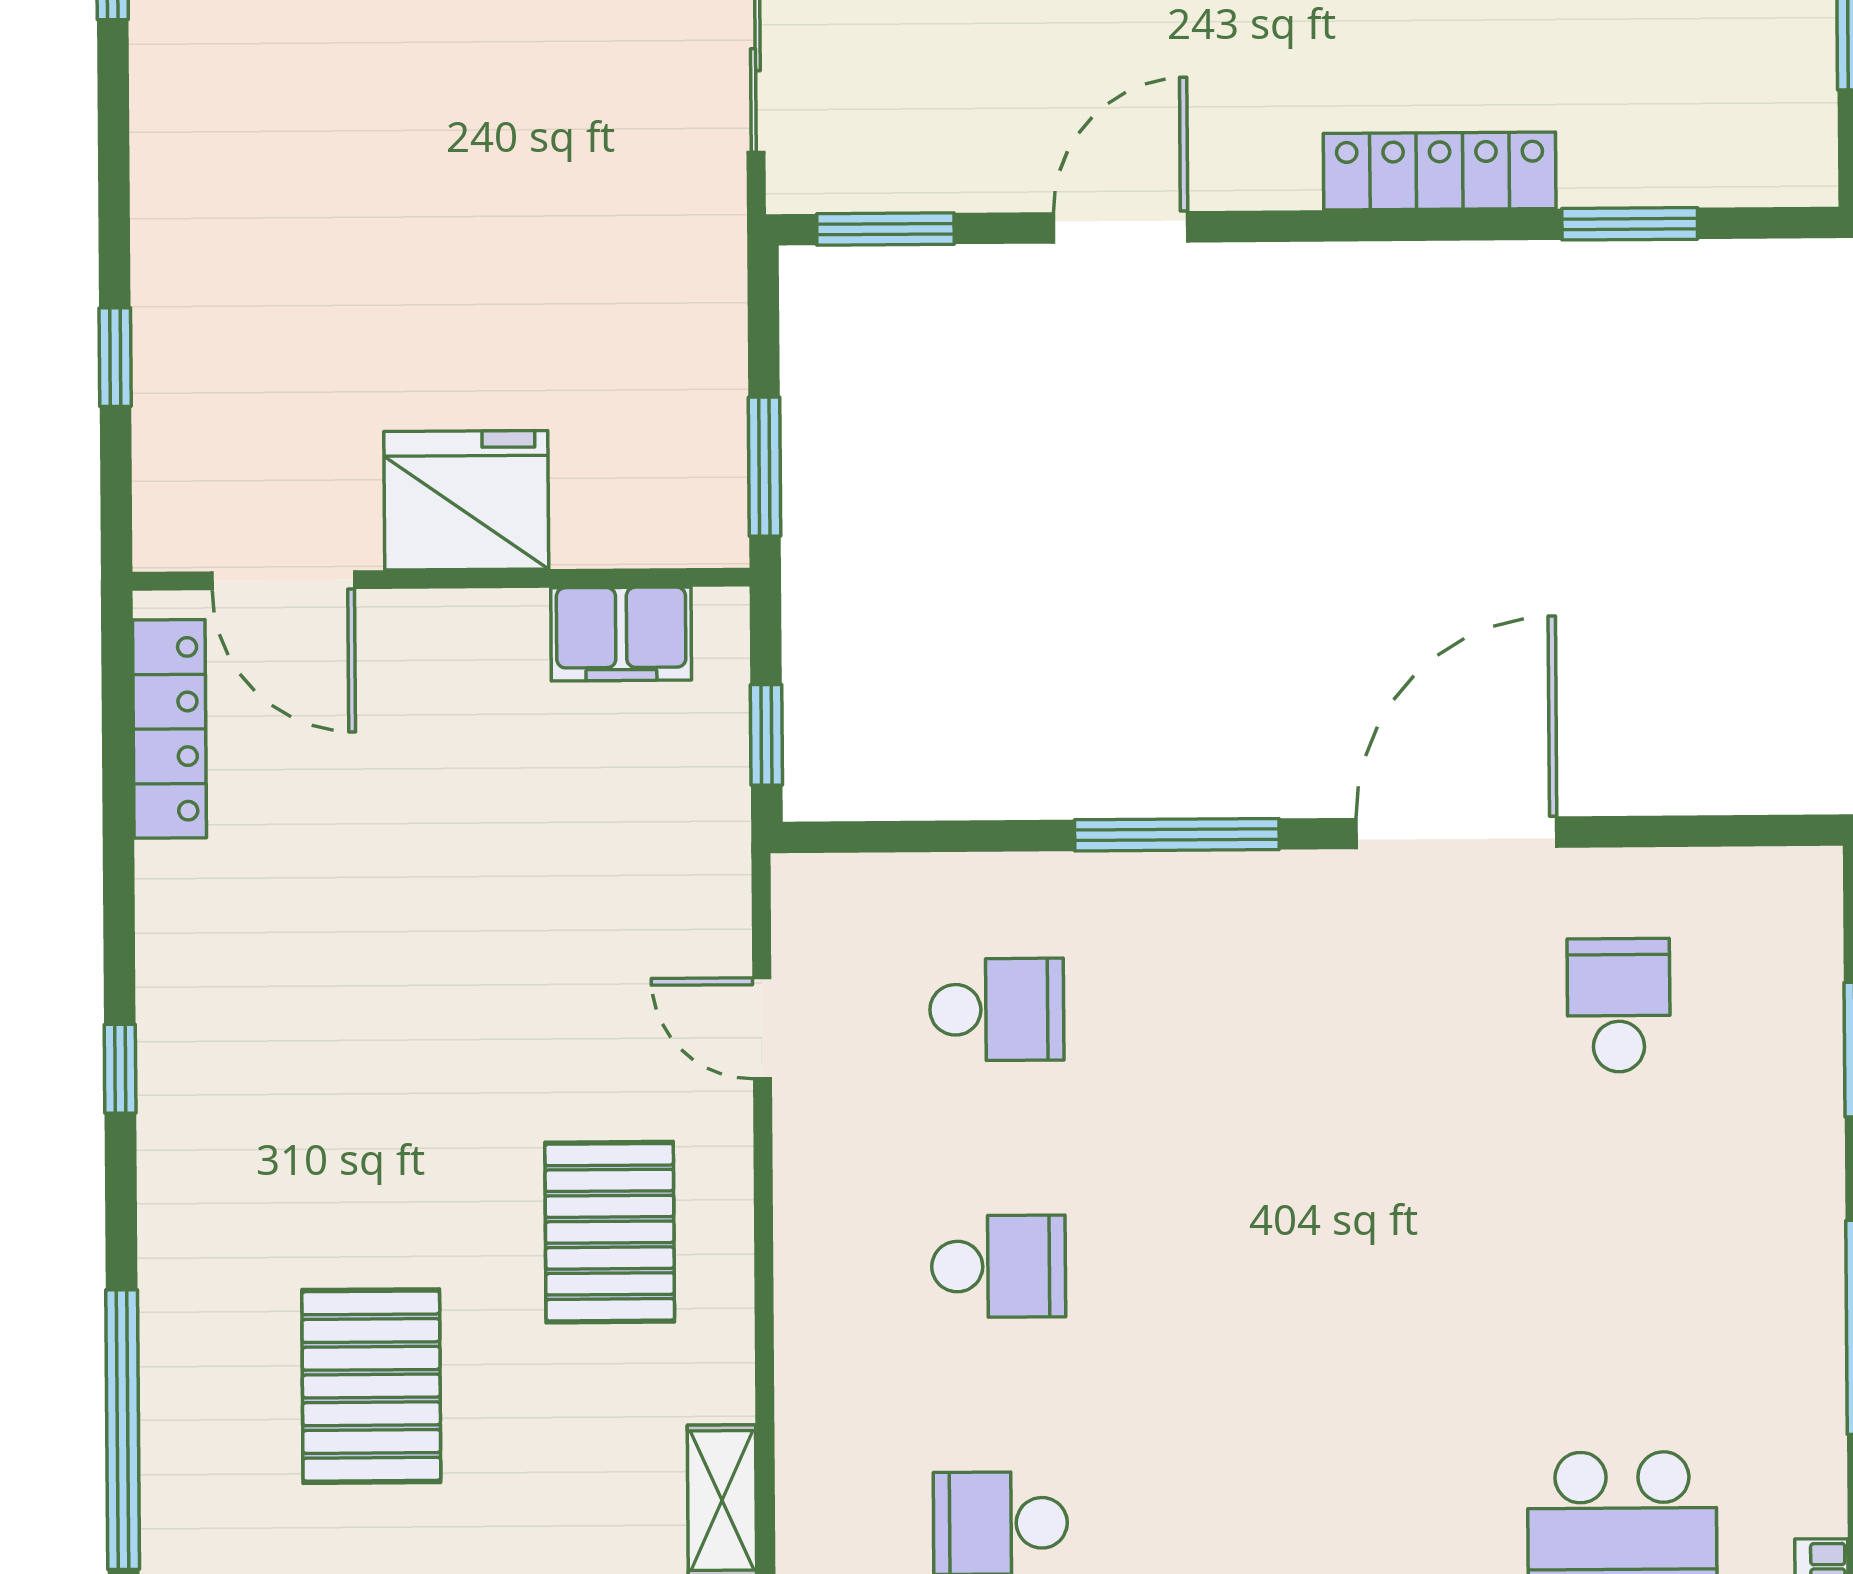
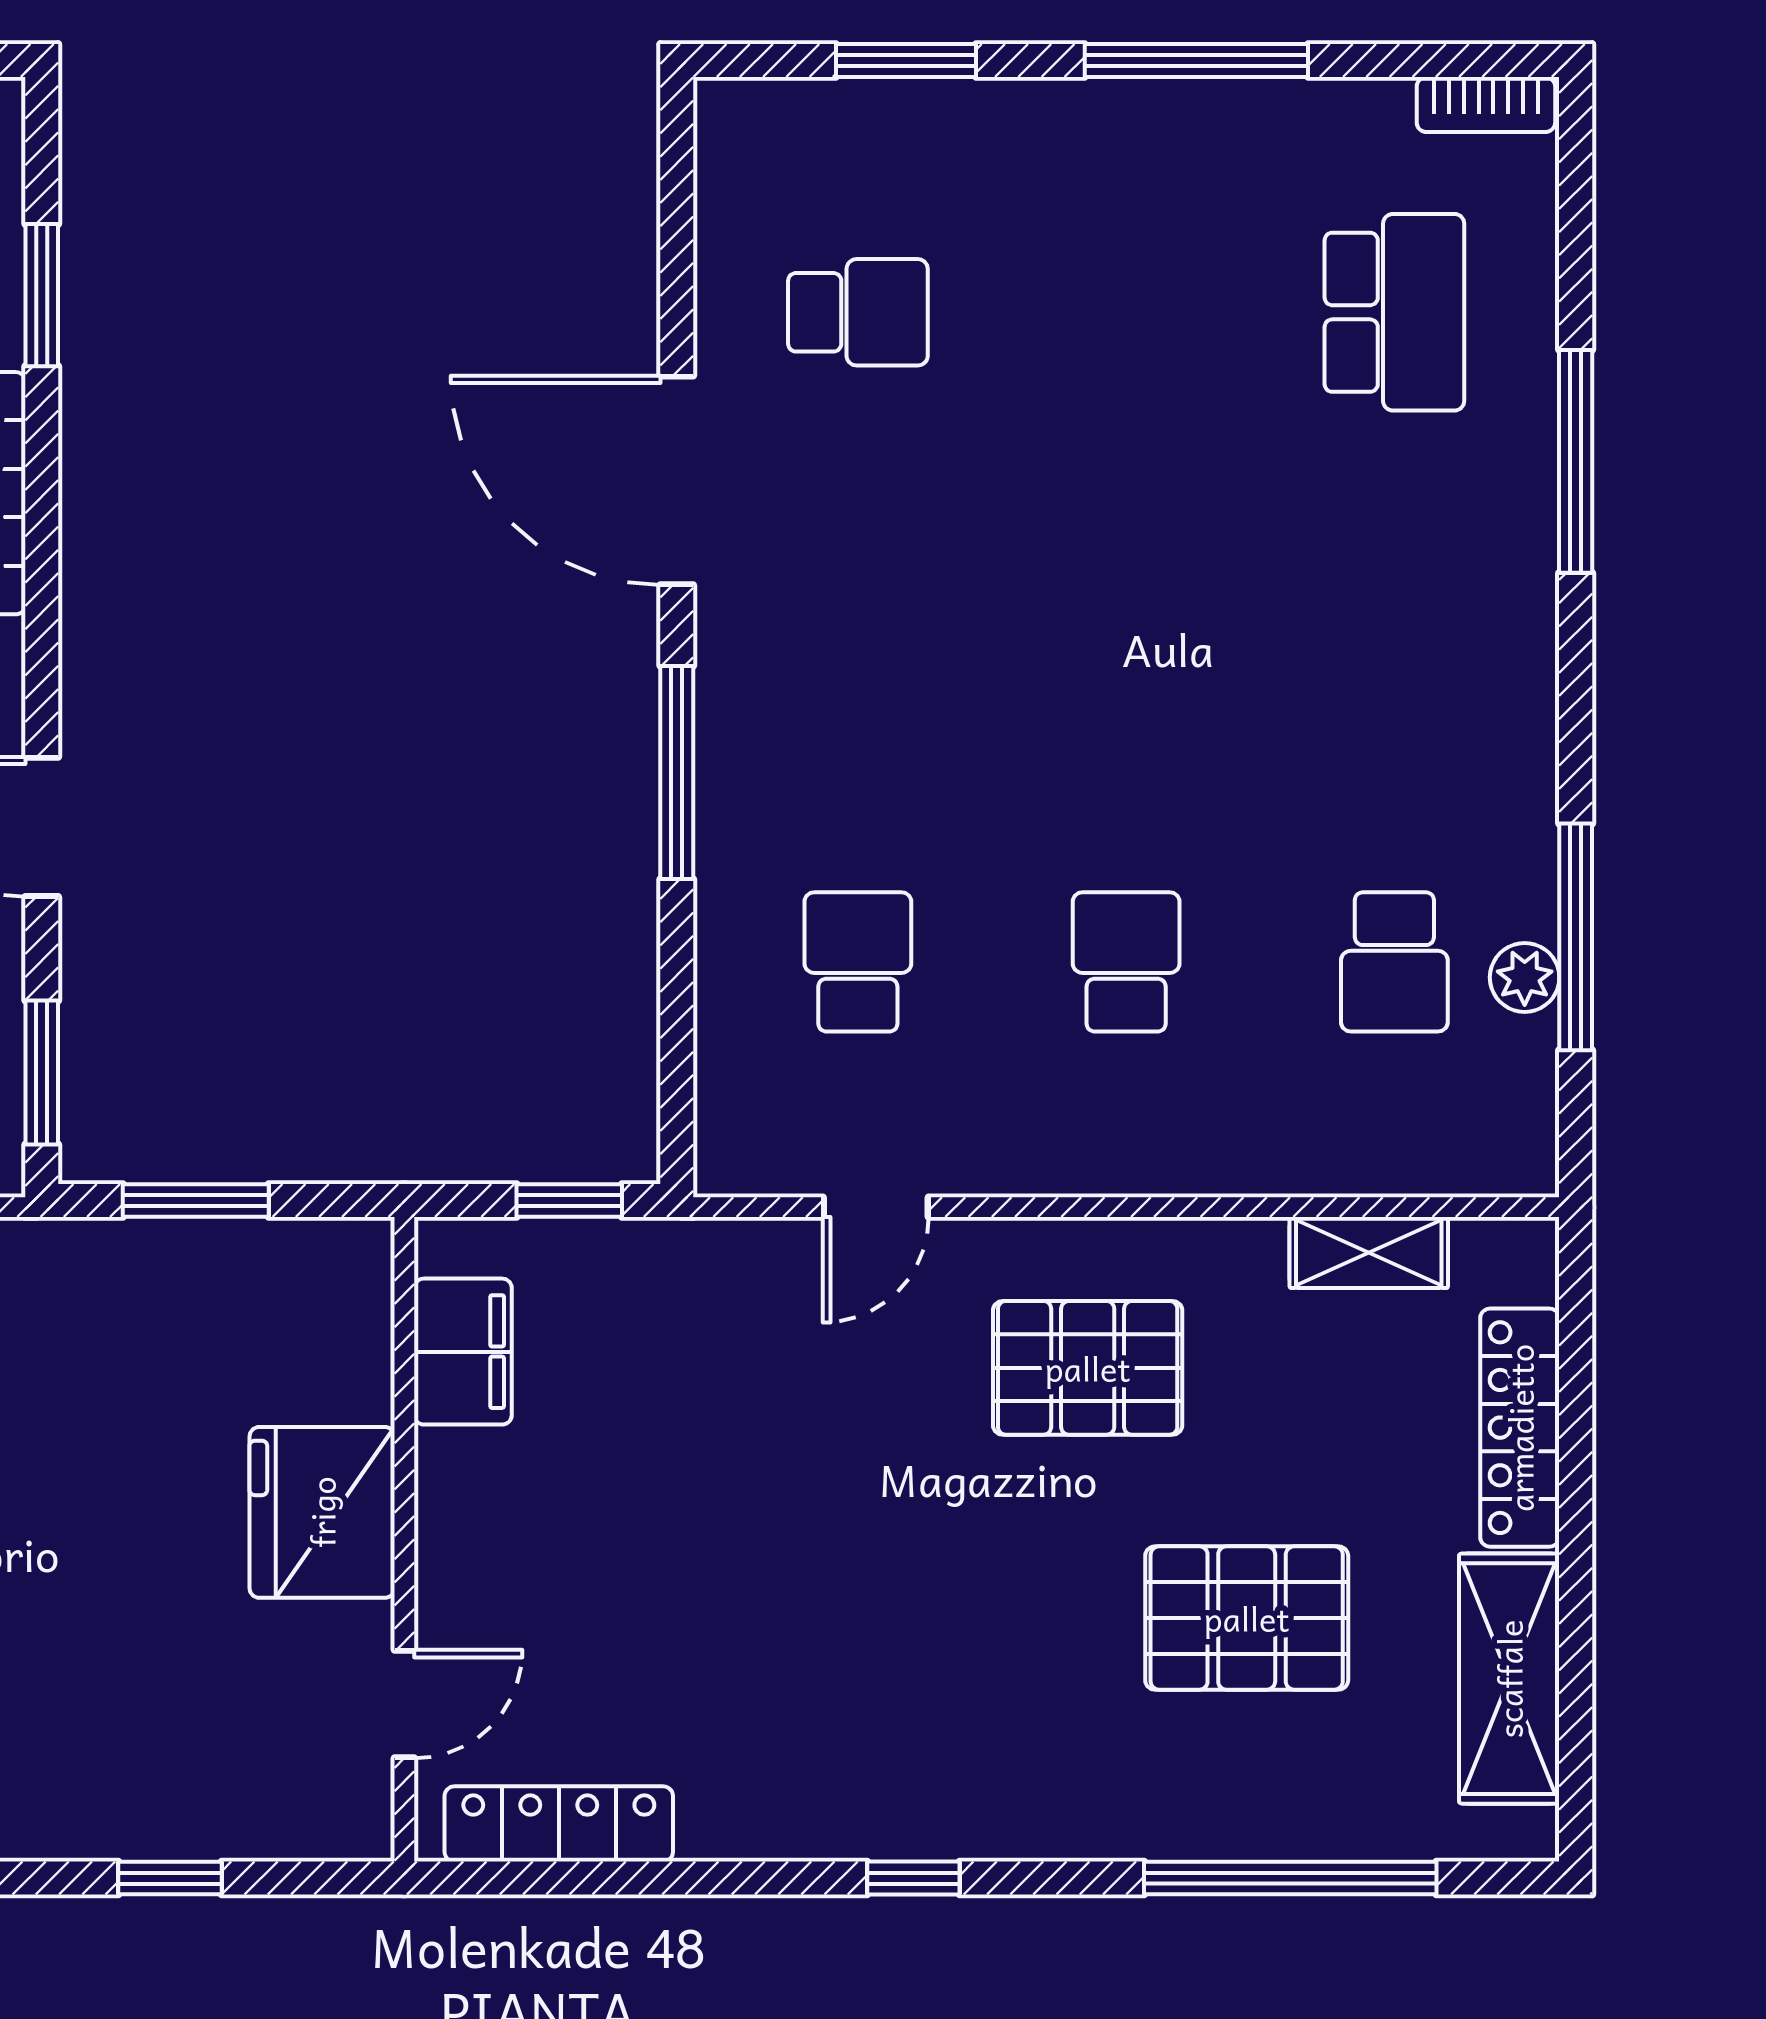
window: (764, 467) -> (196, 1201), moved
door: (283, 580) -> (404, 1704), width x0.73
school desk: (1619, 1005) -> (858, 312), turned 180

